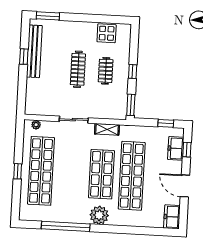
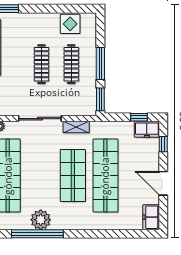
clothes rail: (106, 71) -> (71, 64), width x1.36
window: (133, 72) -> (100, 63), width x2.17
sliding door: (74, 120) -> (40, 119), width x1.37
freezer: (176, 148) -> (147, 129), moved, turned -90
plant: (99, 215) -> (41, 220), moved

